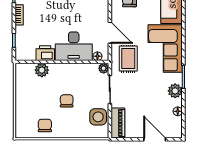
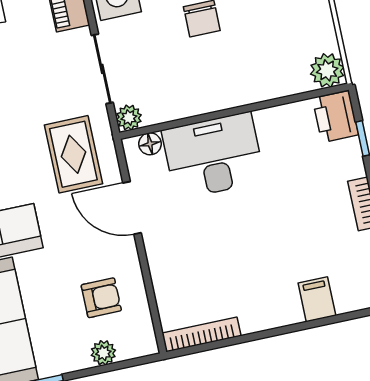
printer: (45, 53) -> (336, 117), moved, turned 90
plant: (42, 70) -> (327, 70), moved

